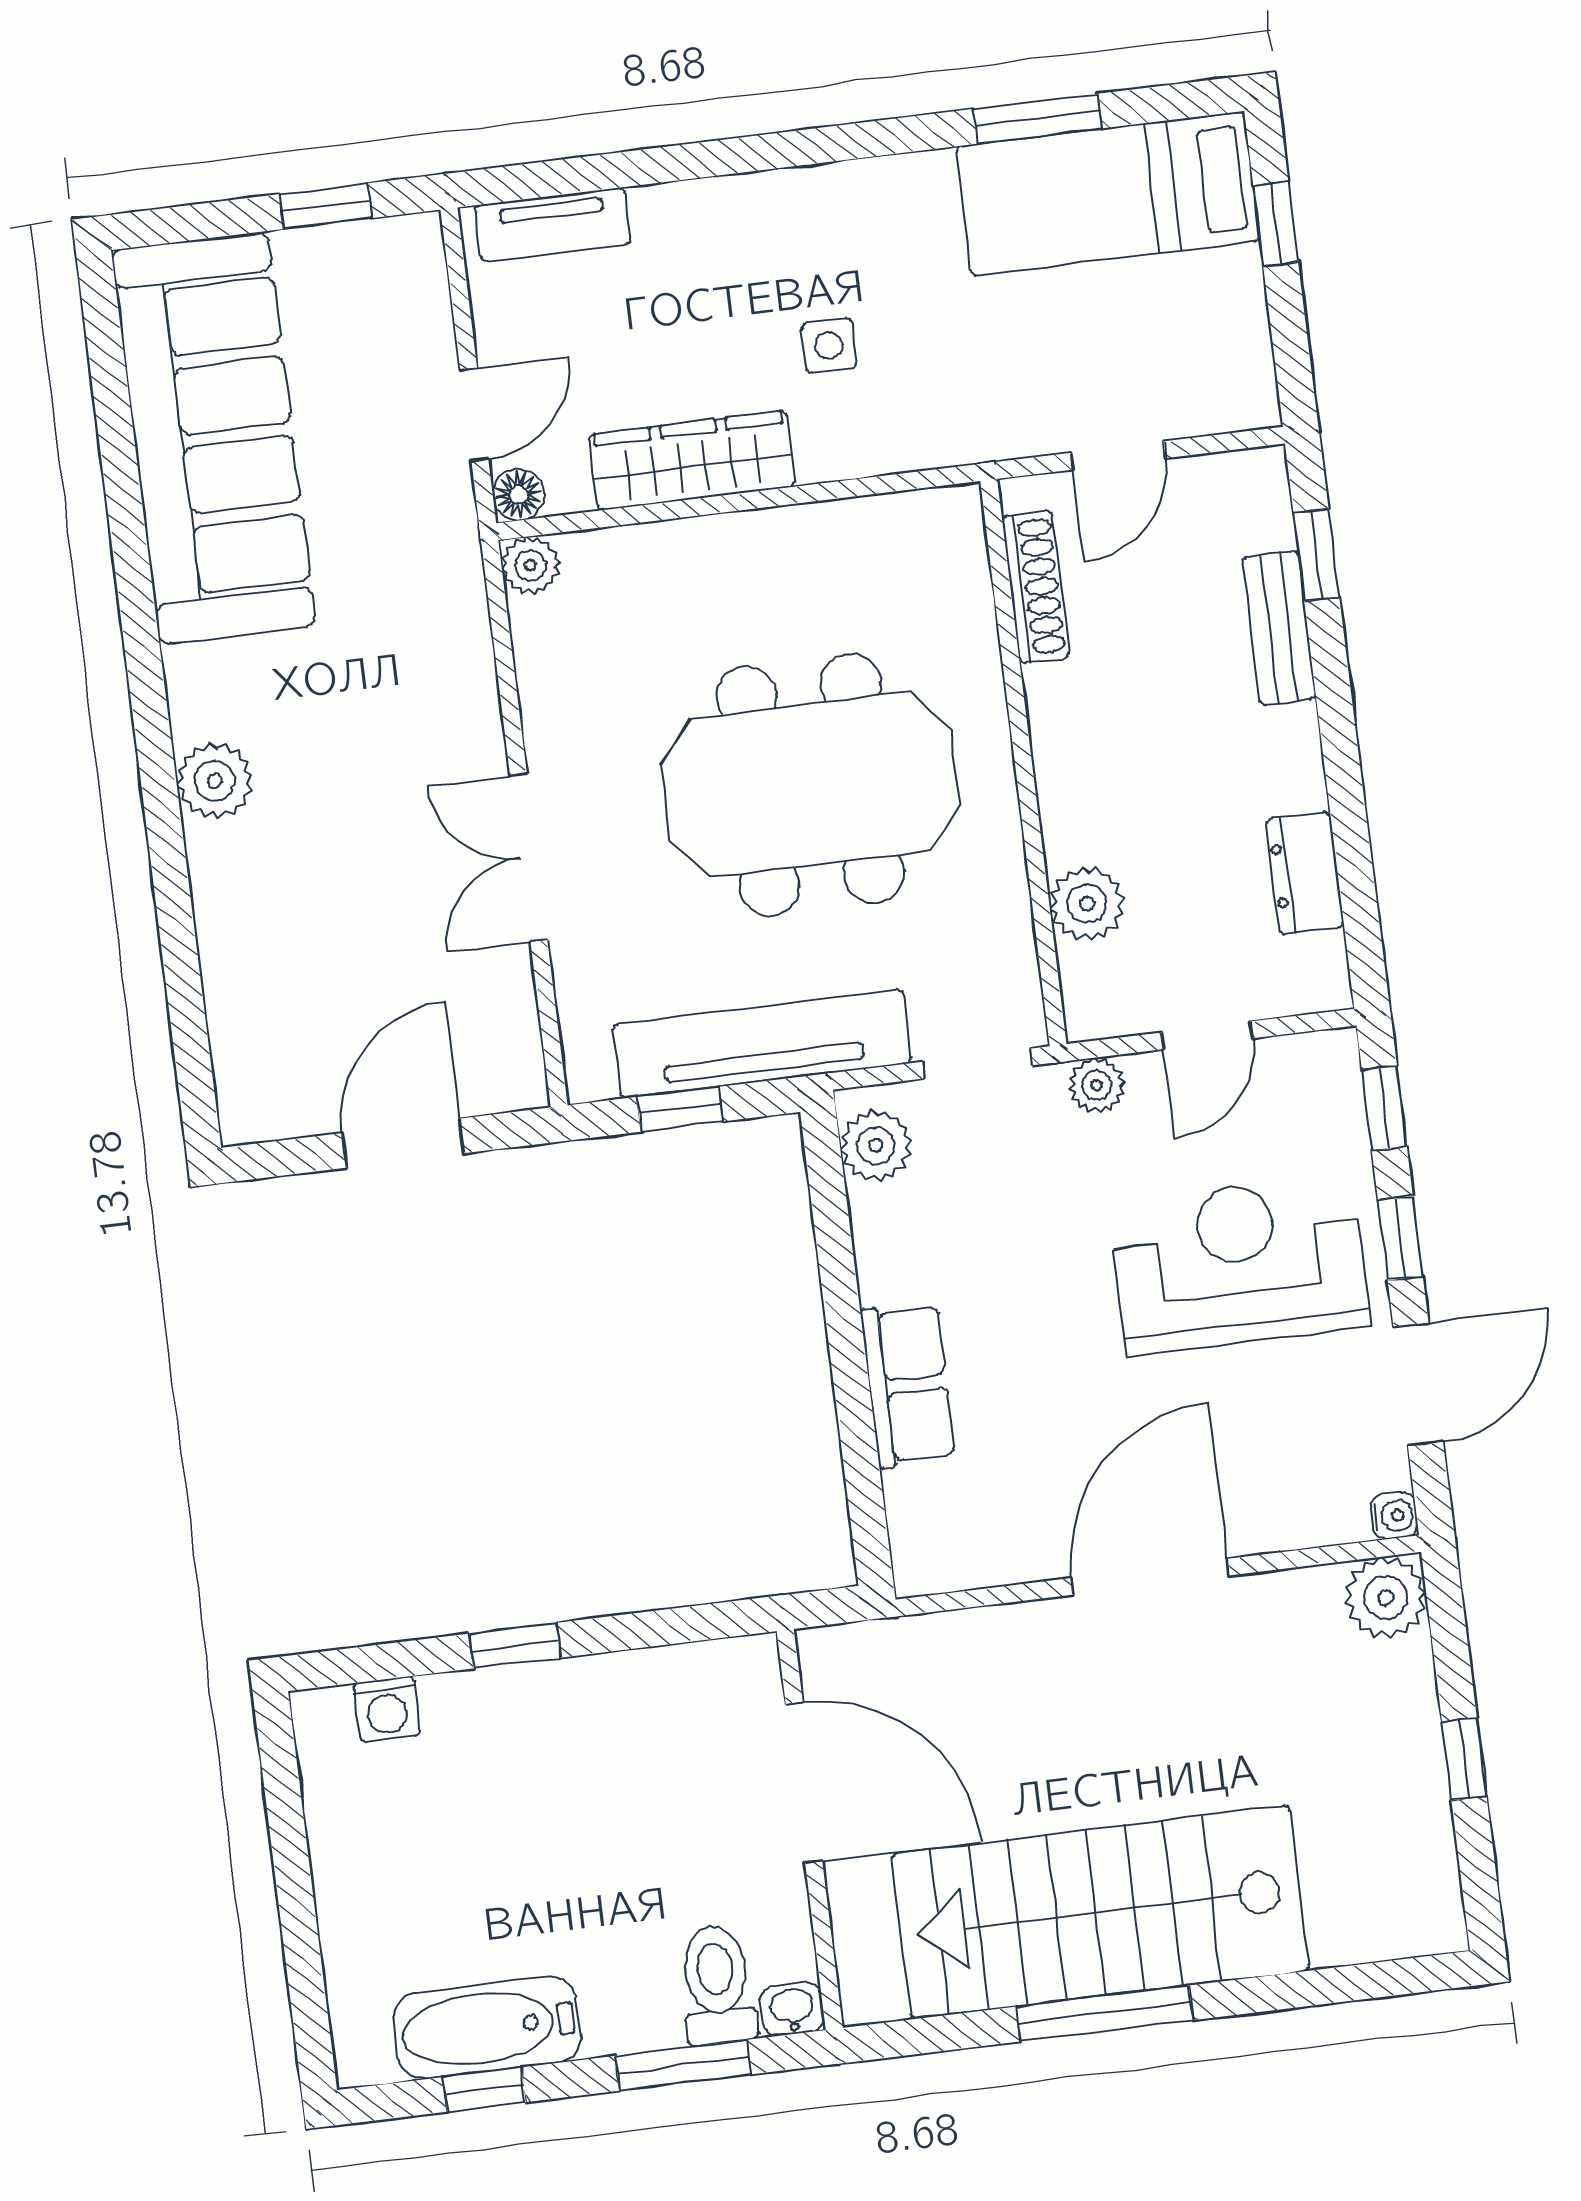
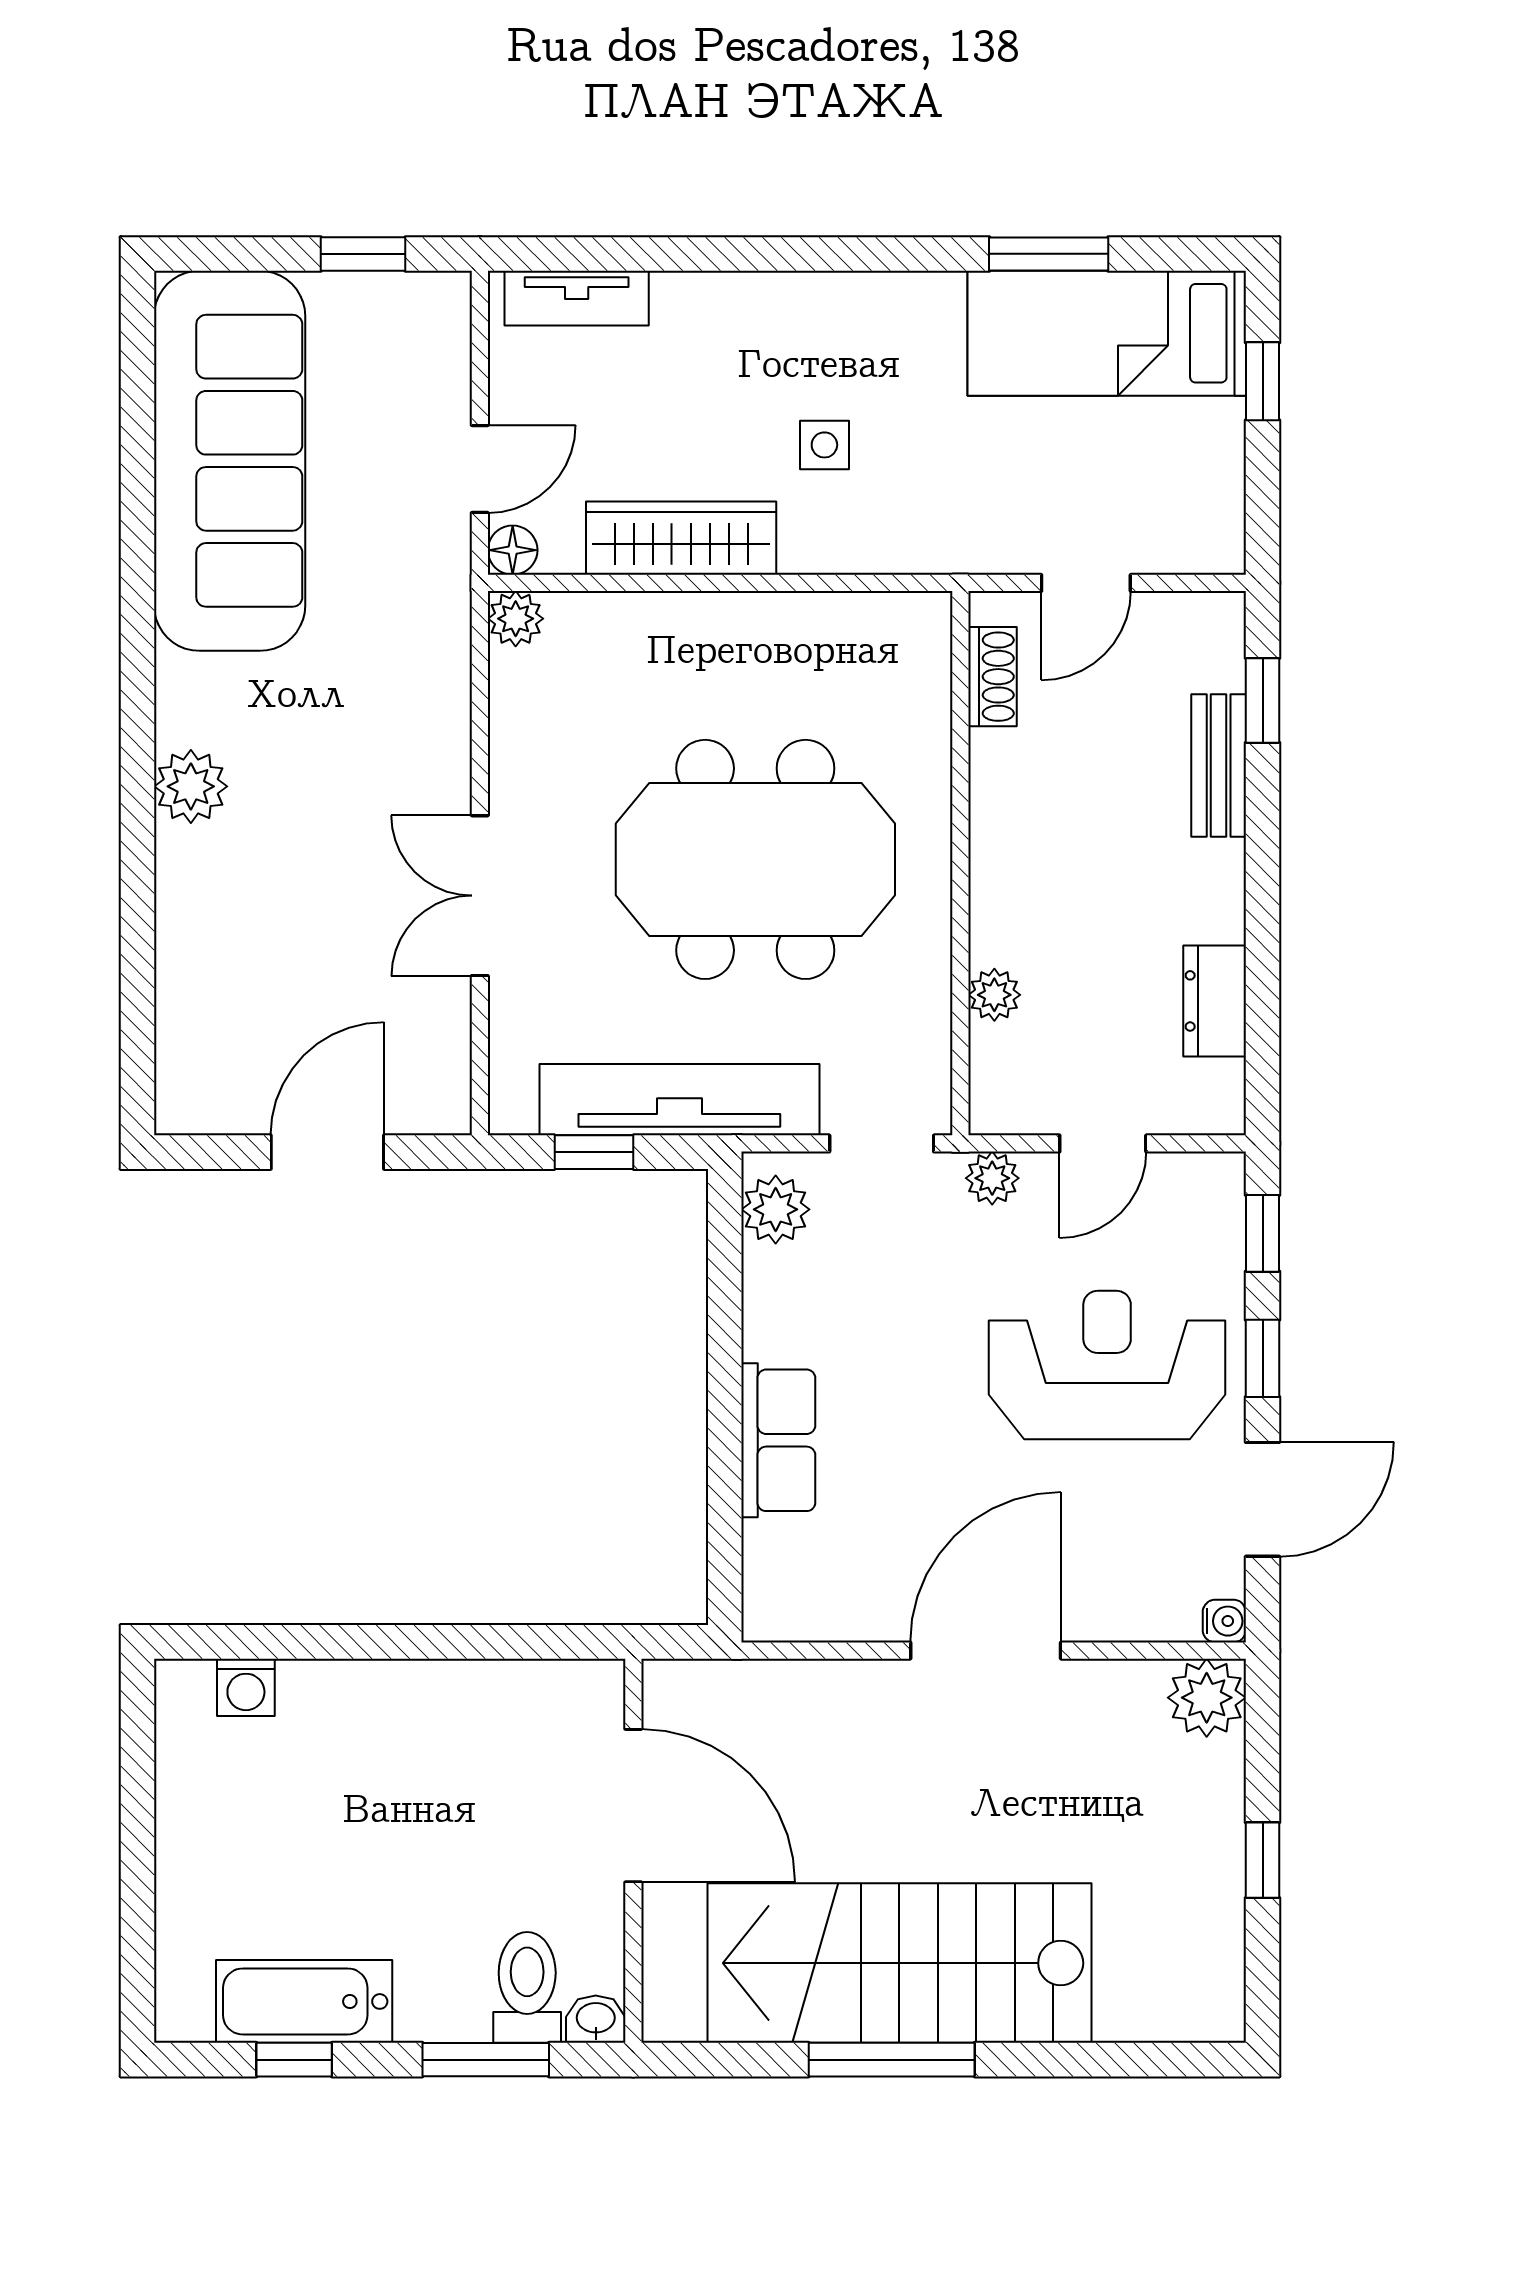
shoe rack: (1036, 587) -> (992, 677), width x0.70
plant: (1087, 904) -> (994, 995), width x0.73, depth x0.73
window: (515, 1646) -> (375, 1642), removed

